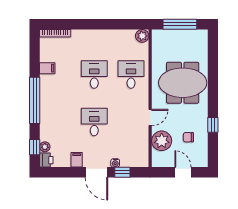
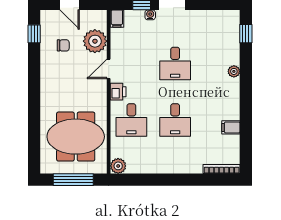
meeting table: (183, 83) -> (76, 137), moved
window: (35, 100) -> (246, 89), removed
window: (213, 125) -> (34, 34), moved
plant: (45, 147) -> (234, 71), moved
printer: (46, 160) -> (118, 92), moved, turned 180
filing cabinet: (77, 160) -> (117, 19), moved

